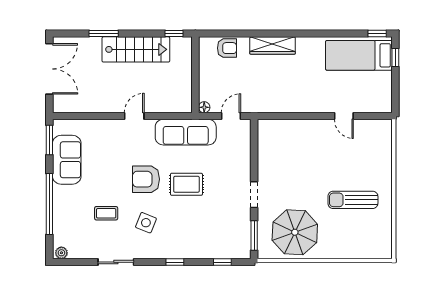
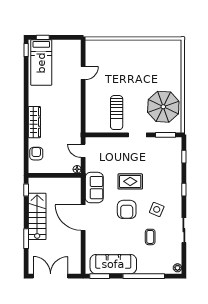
door: (134, 116) -> (83, 218), width x1.87
sofa: (186, 132) -> (94, 188), width x0.73
sofa: (67, 160) -> (113, 264), width x1.36
rug: (186, 184) -> (130, 181), turned 90
sun lounger: (353, 200) -> (117, 113), moved

